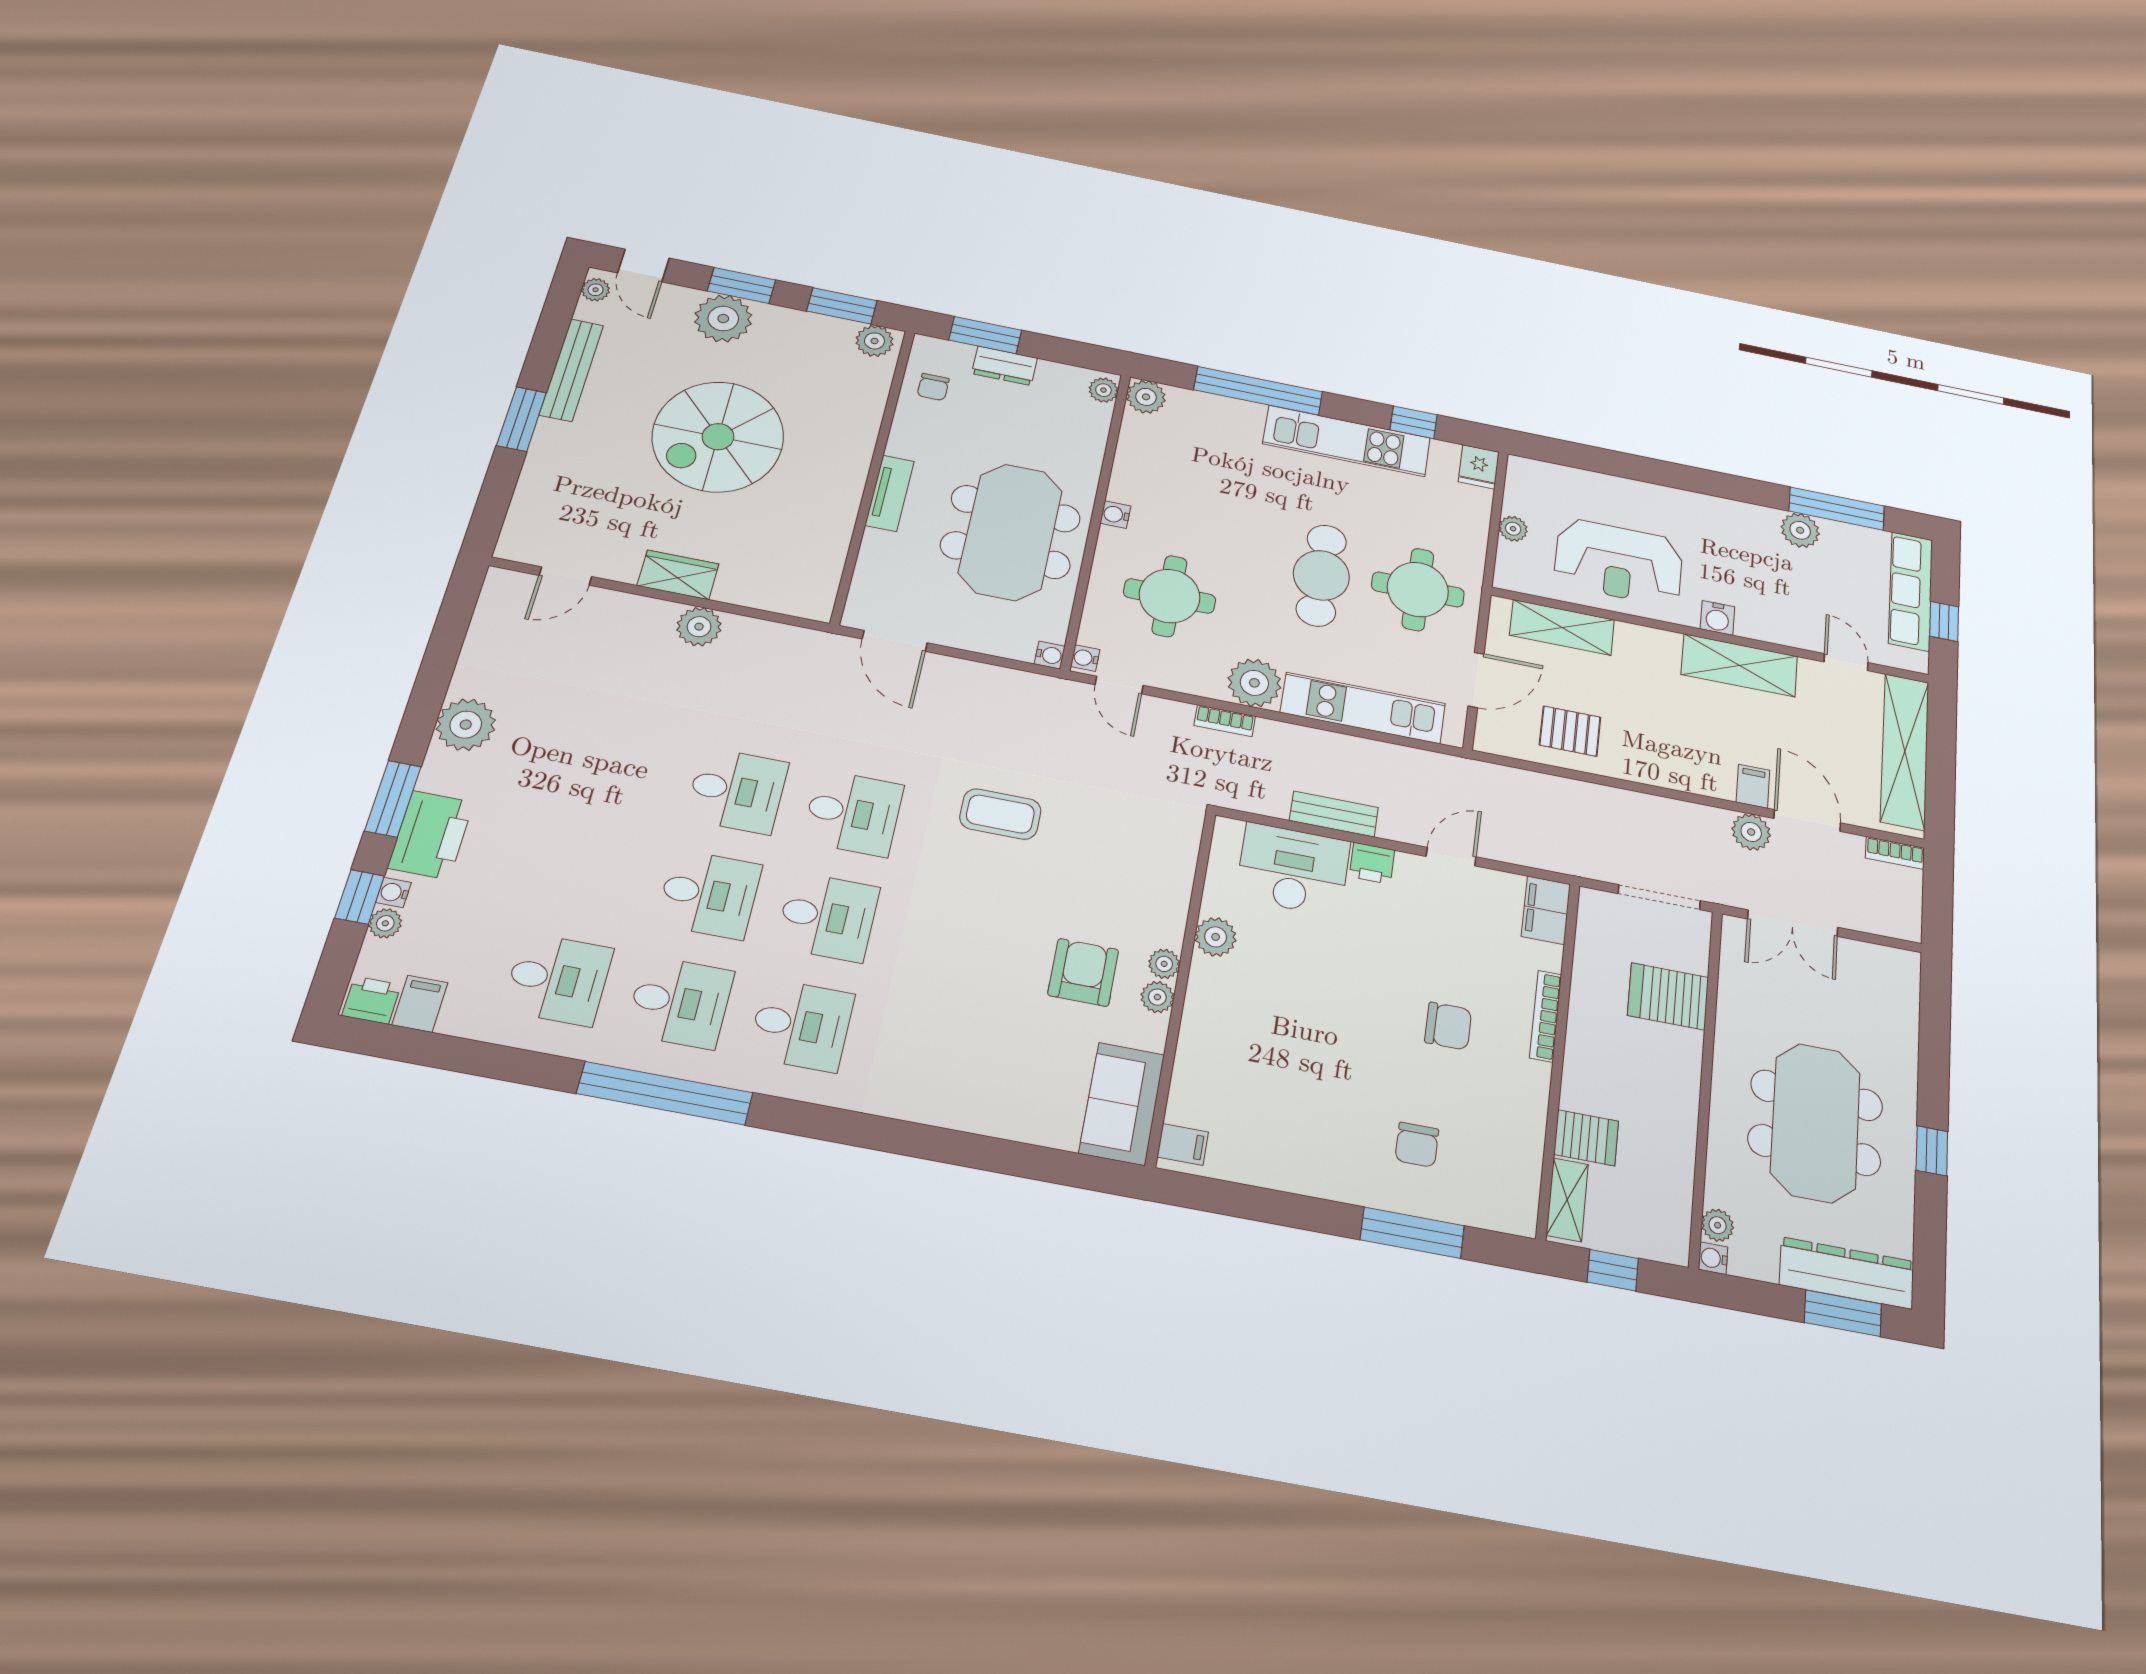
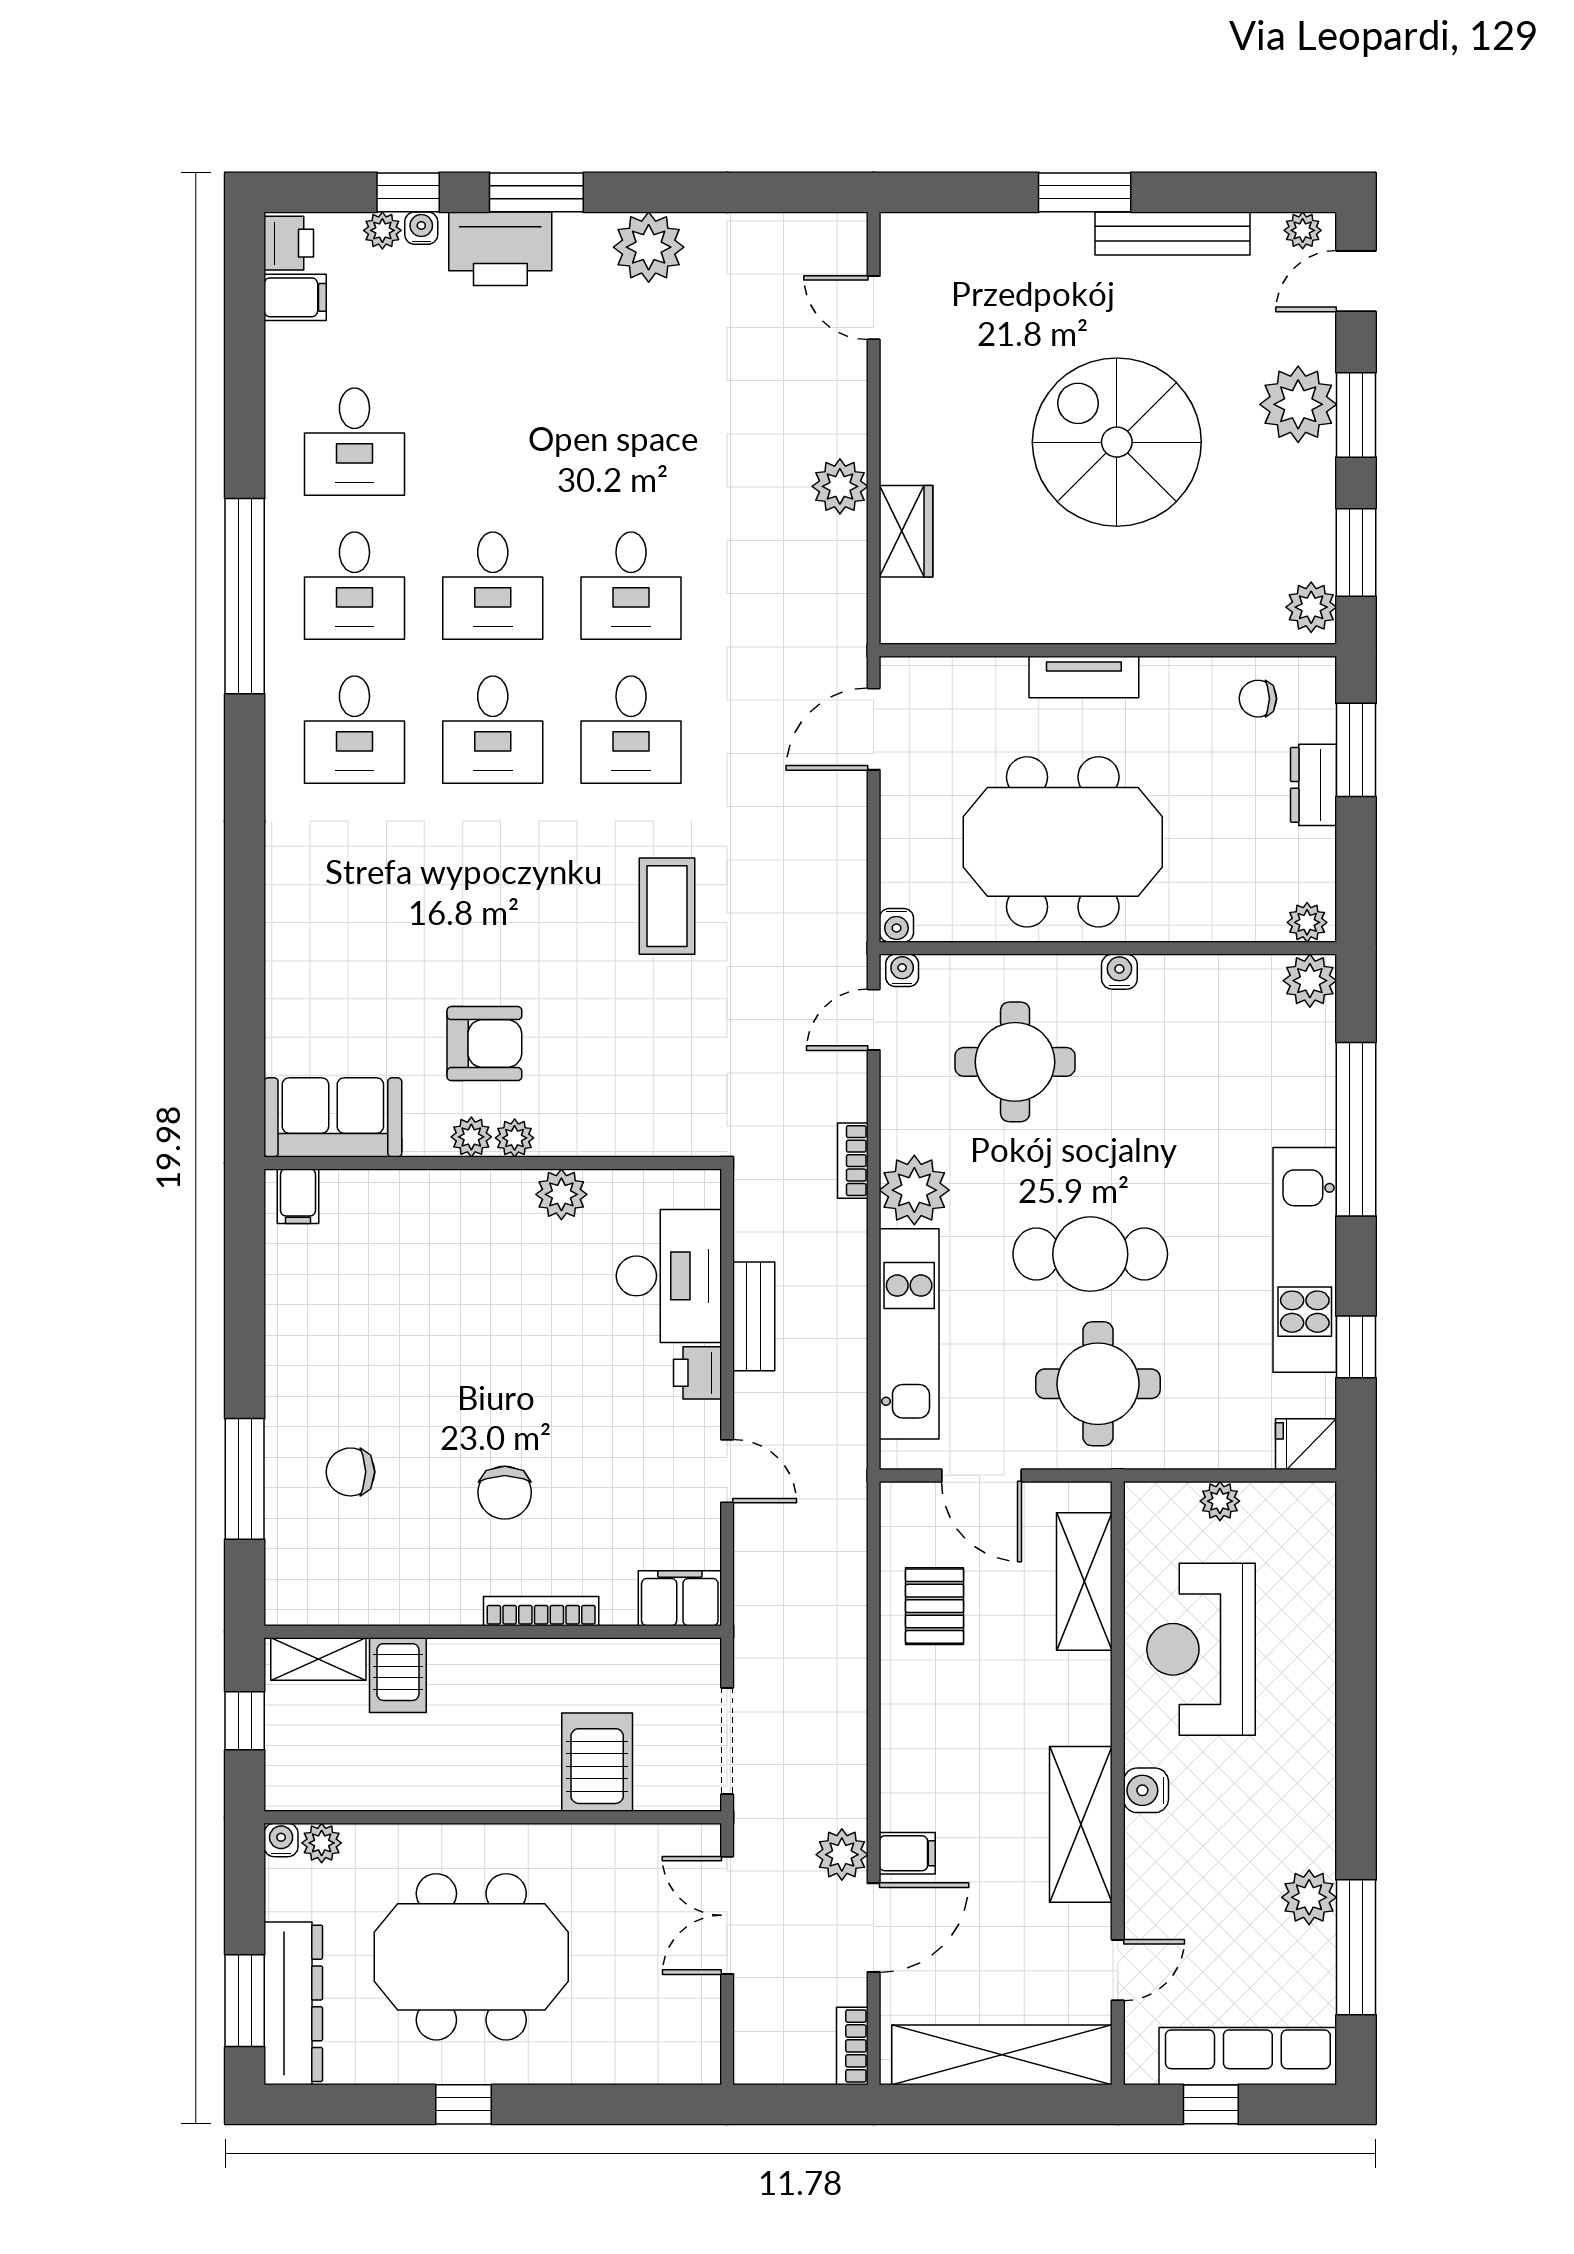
wardrobe: (678, 575) -> (906, 531), moved

